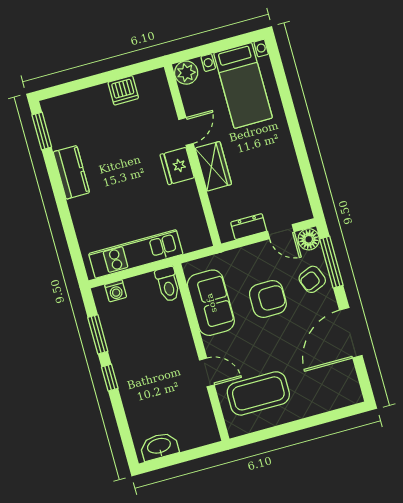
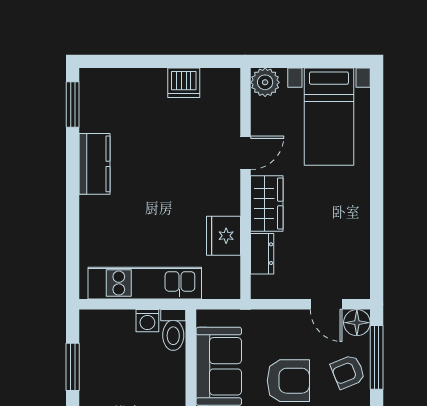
fridge: (177, 166) -> (223, 236), moved
dresser: (249, 227) -> (262, 254), moved, turned 90
washing machine: (116, 291) -> (147, 321), moved

